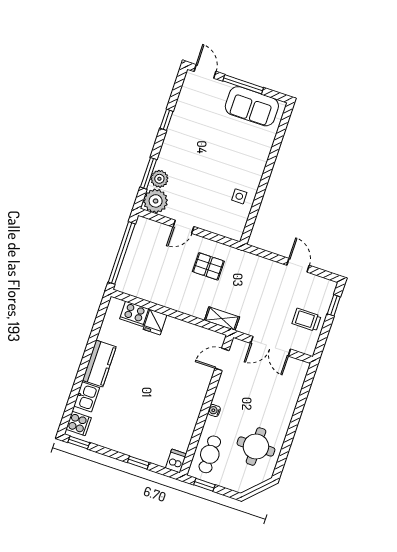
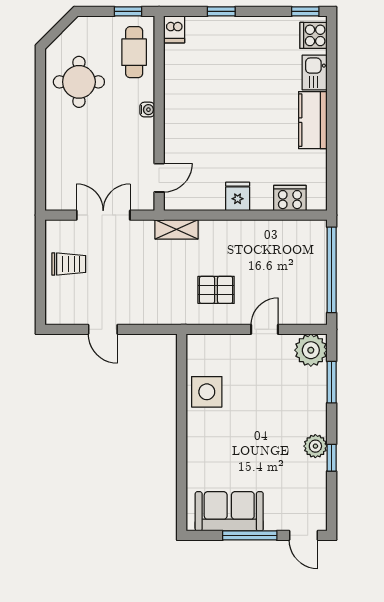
plant: (159, 179) -> (315, 446), moved
side table: (239, 196) -> (207, 392), width x1.87, depth x1.87
window: (334, 305) -> (40, 294), removed
fridge: (155, 322) -> (238, 196), moved

